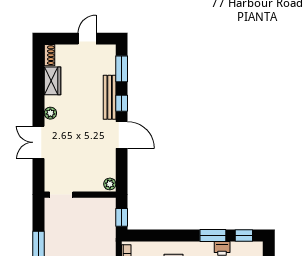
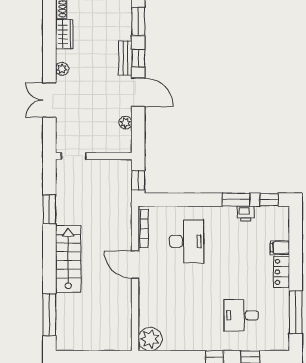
bench: (110, 97) -> (125, 58), width x0.73
plant: (110, 184) -> (126, 123), moved

